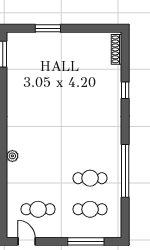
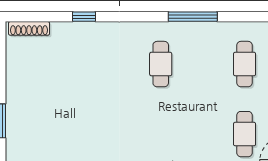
window: (125, 171) -> (193, 17), width x0.68
cafe table: (90, 178) -> (161, 64), moved

